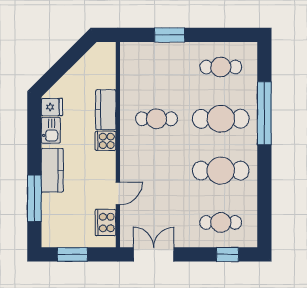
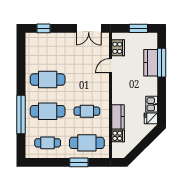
cooker: (105, 141) -> (118, 136), moved
kitchen counter: (52, 170) -> (151, 63), moved
cafe table: (221, 222) -> (87, 143), moved, width x1.37, depth x1.35

